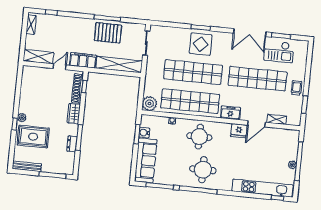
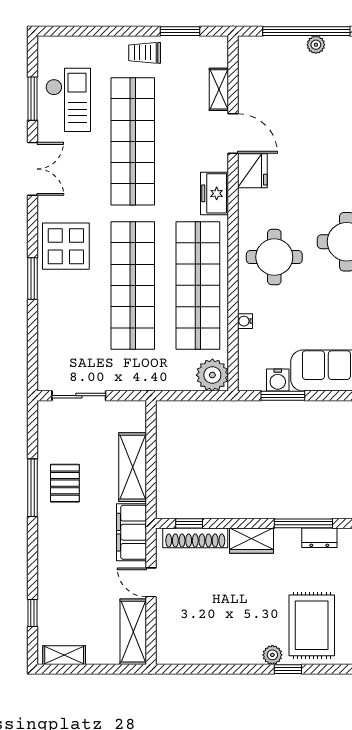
pallet: (108, 33) -> (65, 483), width x0.67, depth x0.71
double door: (250, 33) -> (32, 169), width x0.73
display table: (201, 44) -> (66, 246), moved
shelving: (119, 65) -> (133, 467), width x0.68

